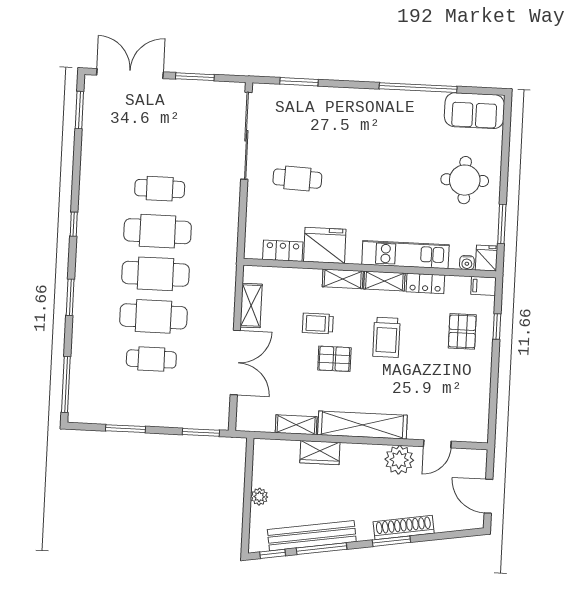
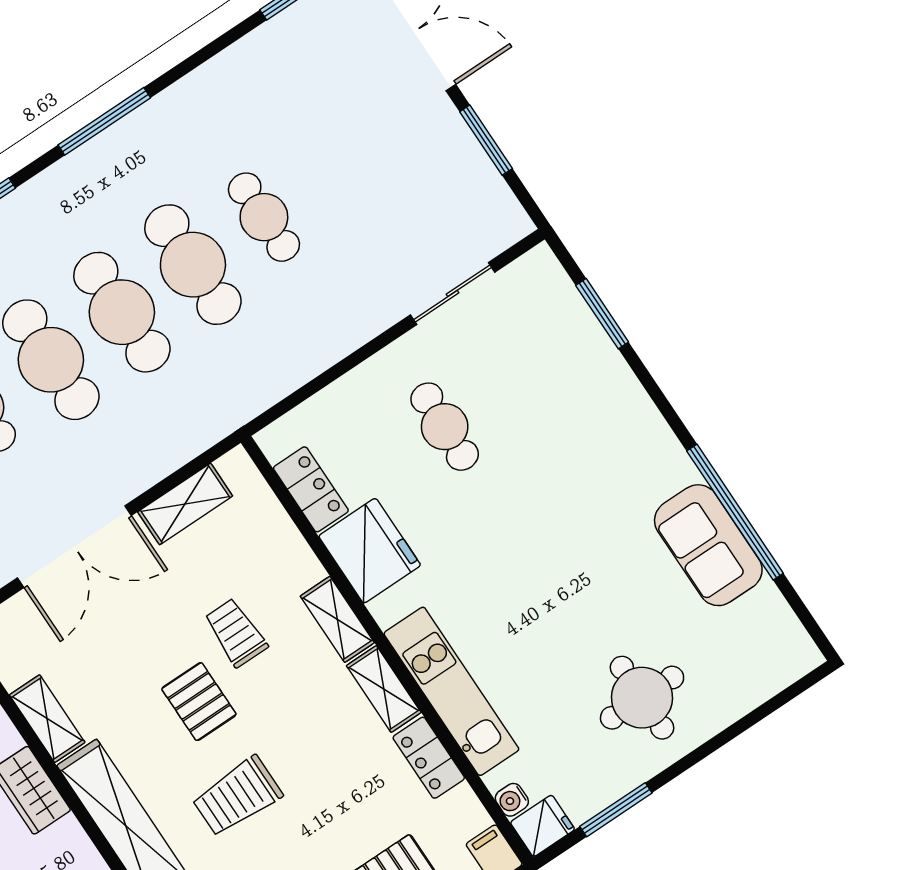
sofa: (474, 111) -> (708, 545), moved
sliding door: (246, 136) -> (453, 293), width x0.54
window: (74, 224) -> (104, 121), width x2.17
trolley: (386, 337) -> (237, 796), moved

